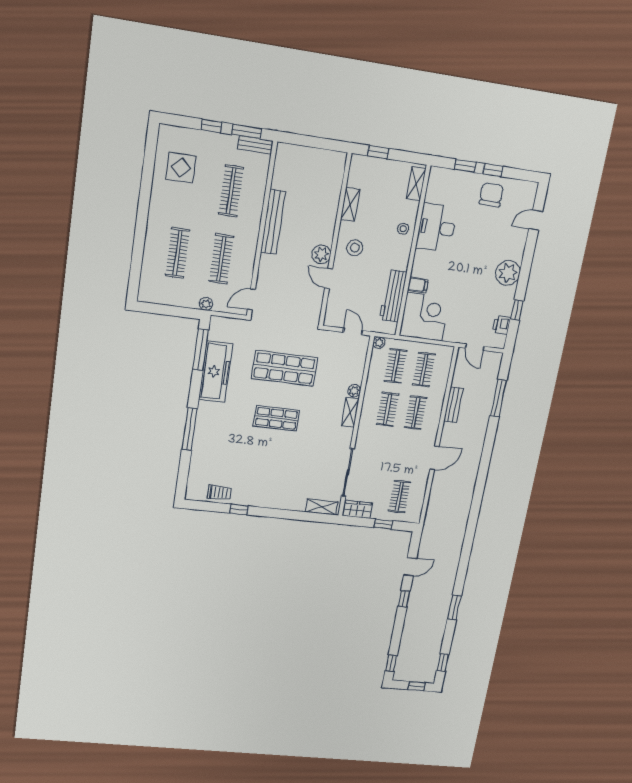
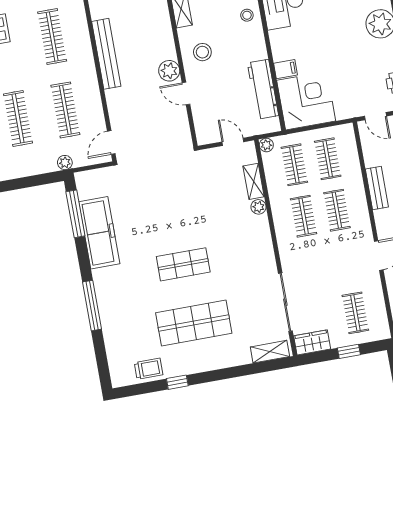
shop shelf: (285, 368) -> (194, 323), moved
shelving: (350, 412) -> (254, 181), moved

